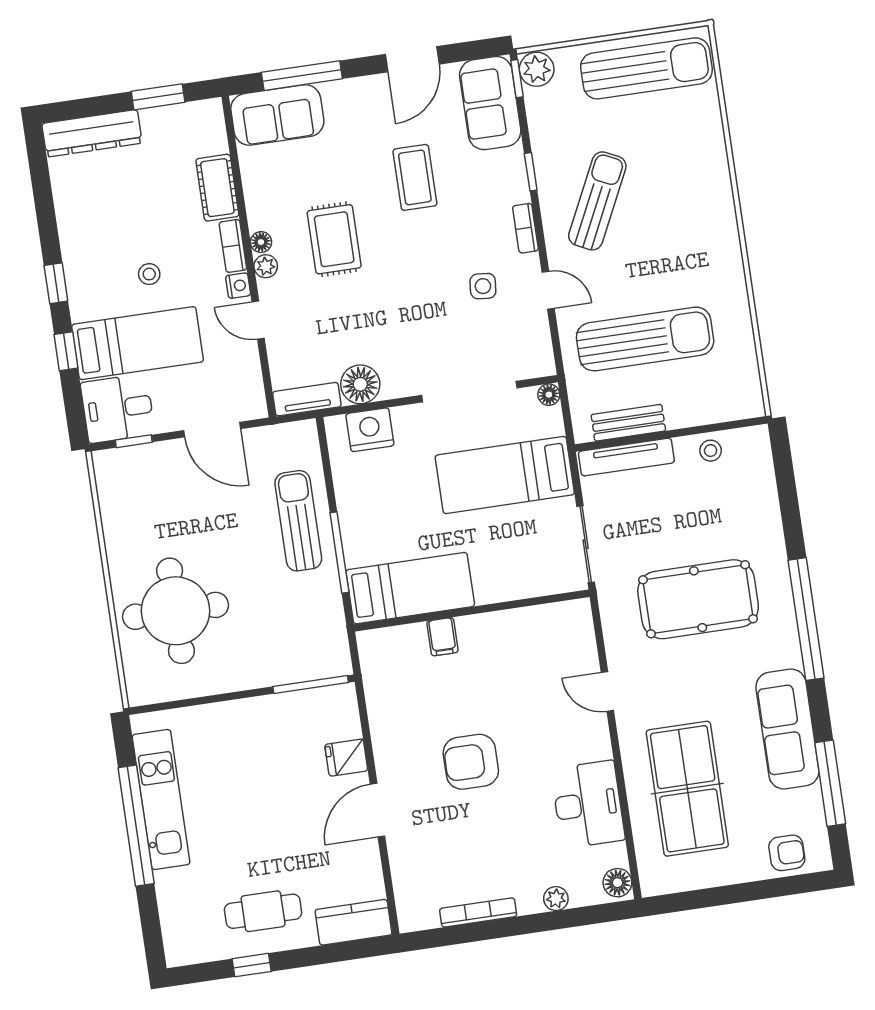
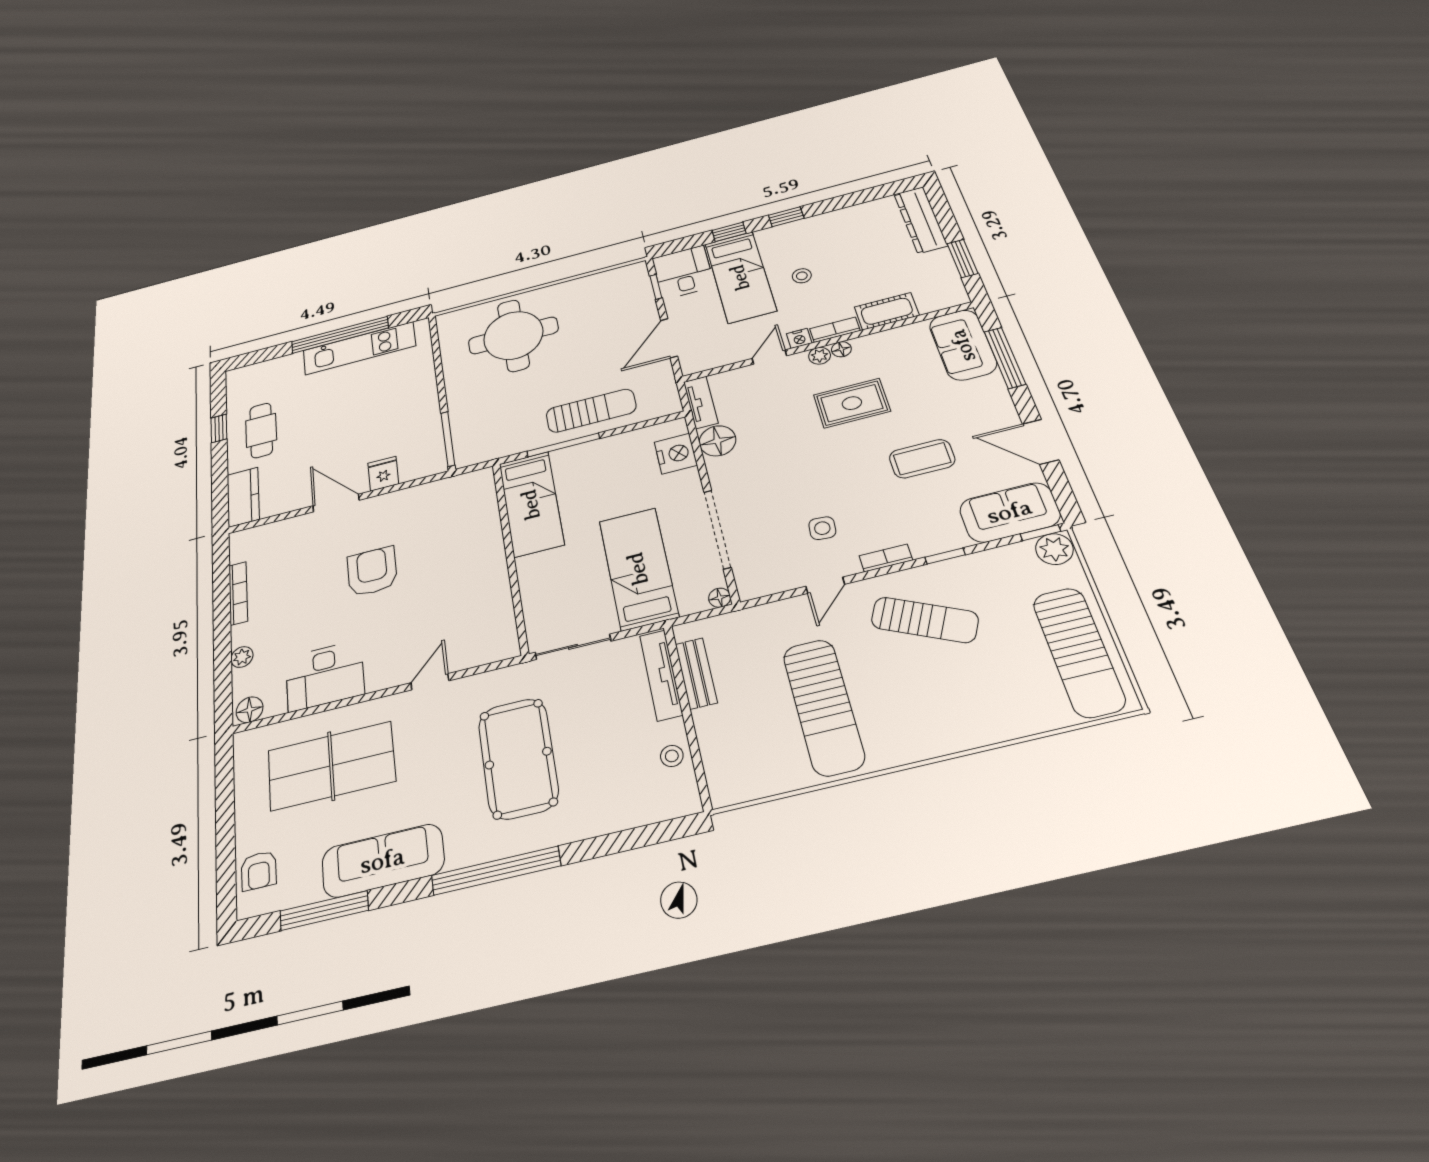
sun lounger: (645, 339) -> (823, 707), moved
filing cabinet: (442, 637) -> (486, 535), removed

